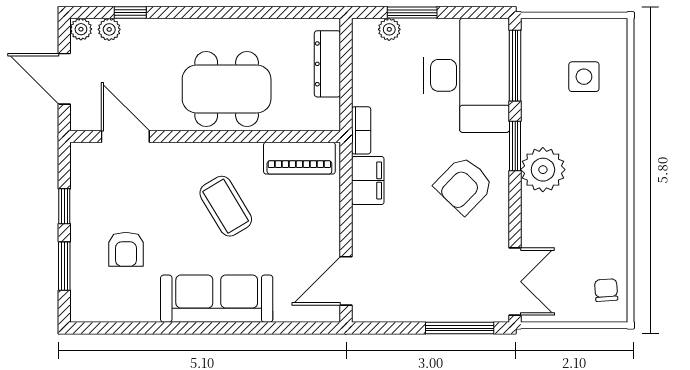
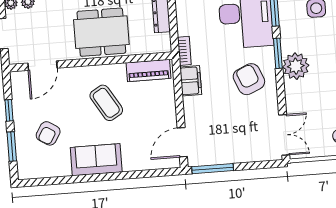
door: (125, 137) -> (43, 66), swing flipped
armchair: (464, 185) -> (249, 79), turned 113
armchair: (126, 249) -> (48, 133), turned 32
sofa: (217, 299) -> (96, 160), width x0.73
window: (460, 328) -> (213, 169), moved

